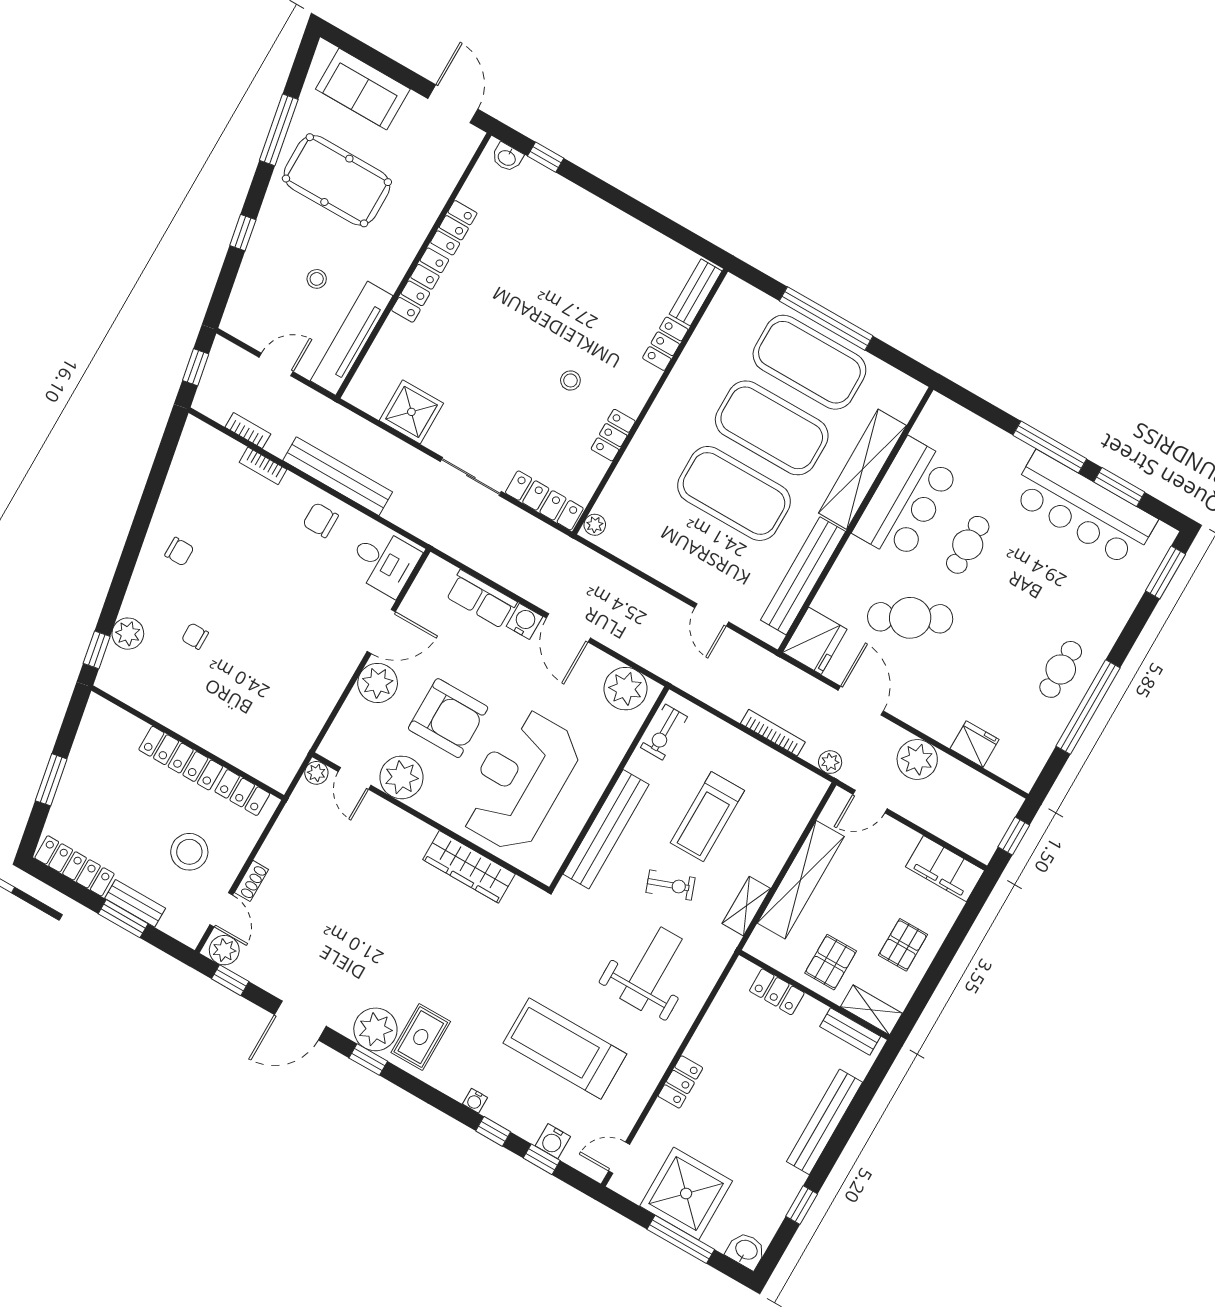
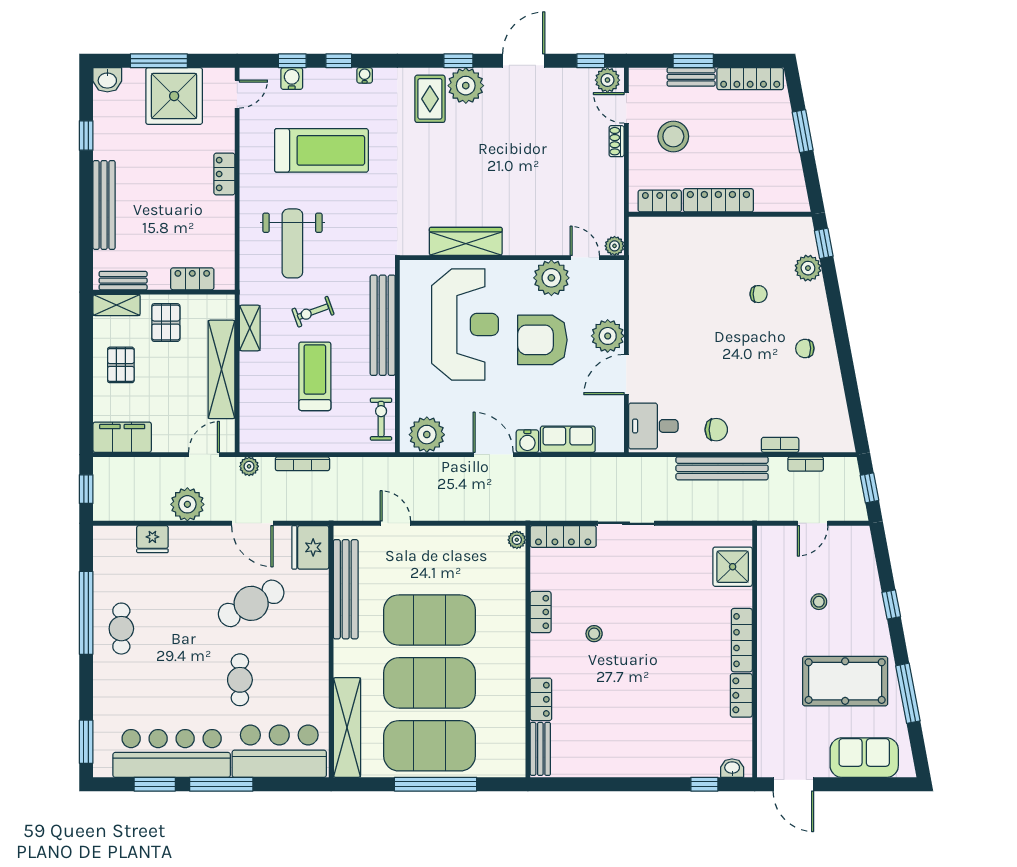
tv unit: (352, 338) -> (769, 573), removed
shower: (411, 412) -> (733, 567), moved
shelving: (862, 469) -> (347, 727), moved
bar counter: (907, 500) -> (279, 751), moved, turned 90

